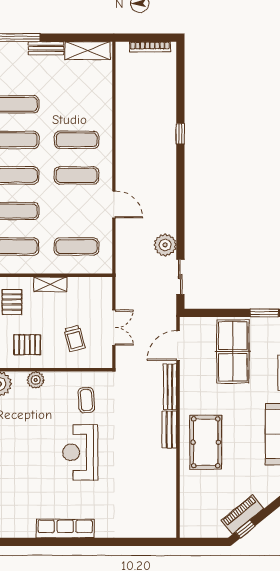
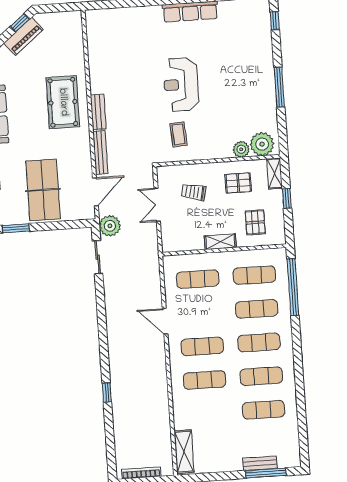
bench: (46, 48) -> (260, 463), moved
shelving: (88, 51) -> (184, 452), moved, turned 90
plant: (165, 245) -> (110, 226), moved
trolley: (75, 338) -> (194, 192), turned -62
plant: (36, 380) -> (241, 149), moved
reception desk: (80, 452) -> (181, 85), turned 180

